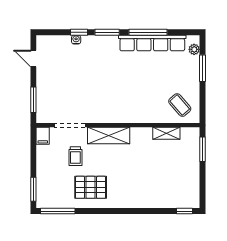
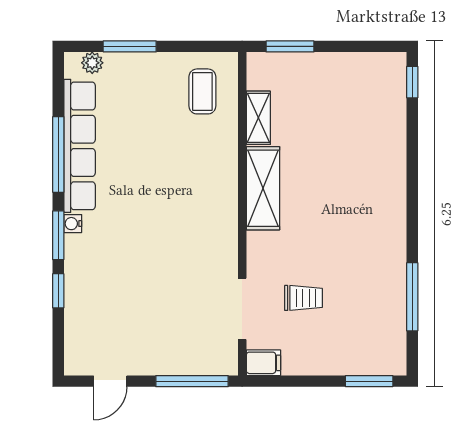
water cooler: (76, 40) -> (73, 224), moved
window: (33, 100) -> (192, 381), width x1.44
coffee table: (180, 105) -> (202, 91), turned -49
shelving: (109, 136) -> (263, 188), moved
pallet: (91, 187) -> (365, 268), removed
window: (58, 211) -> (412, 297), moved

